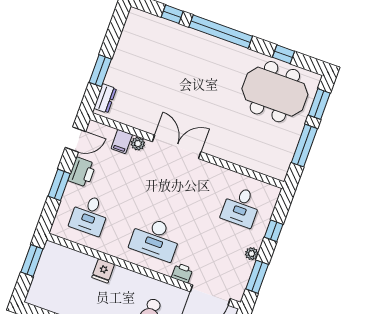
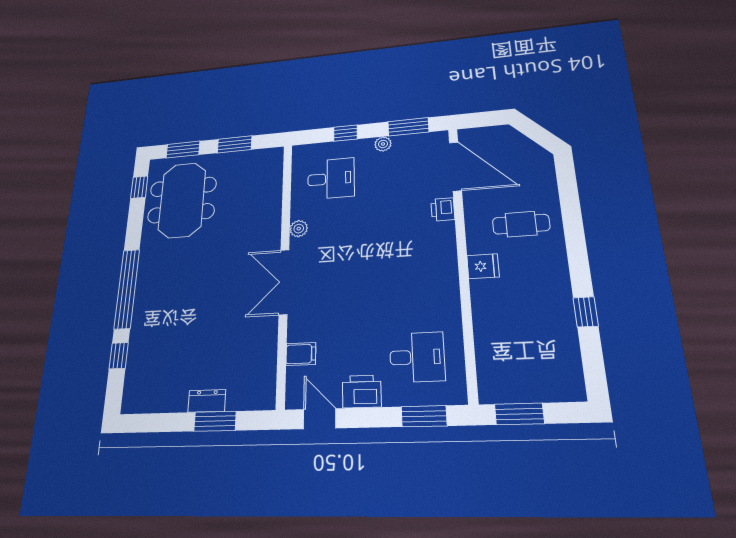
window: (284, 54) -> (139, 187), moved
dresser: (105, 98) -> (207, 401), moved
plant: (138, 144) -> (299, 229), moved
window: (304, 146) -> (235, 144), width x0.69
window: (59, 185) -> (424, 416), moved
desk: (155, 239) -> (413, 259), removed
fridge: (103, 271) -> (483, 266), moved

